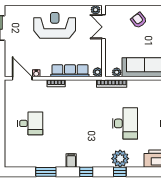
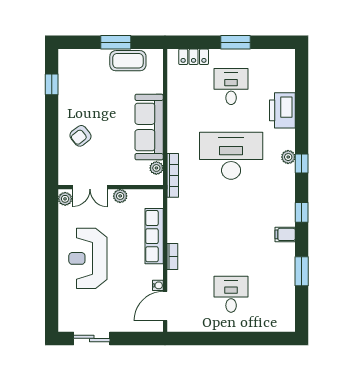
plant: (98, 72) -> (120, 196), moved
desk: (125, 123) -> (231, 156), width x1.36, depth x1.30
plant: (120, 159) -> (288, 157), width x0.53, depth x0.53

